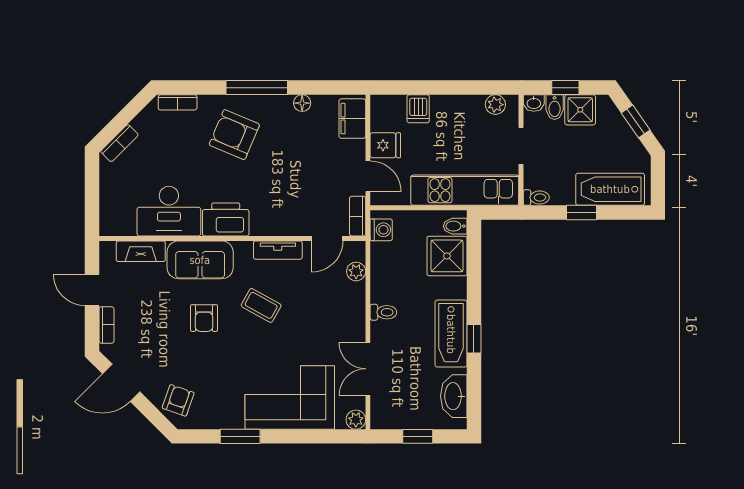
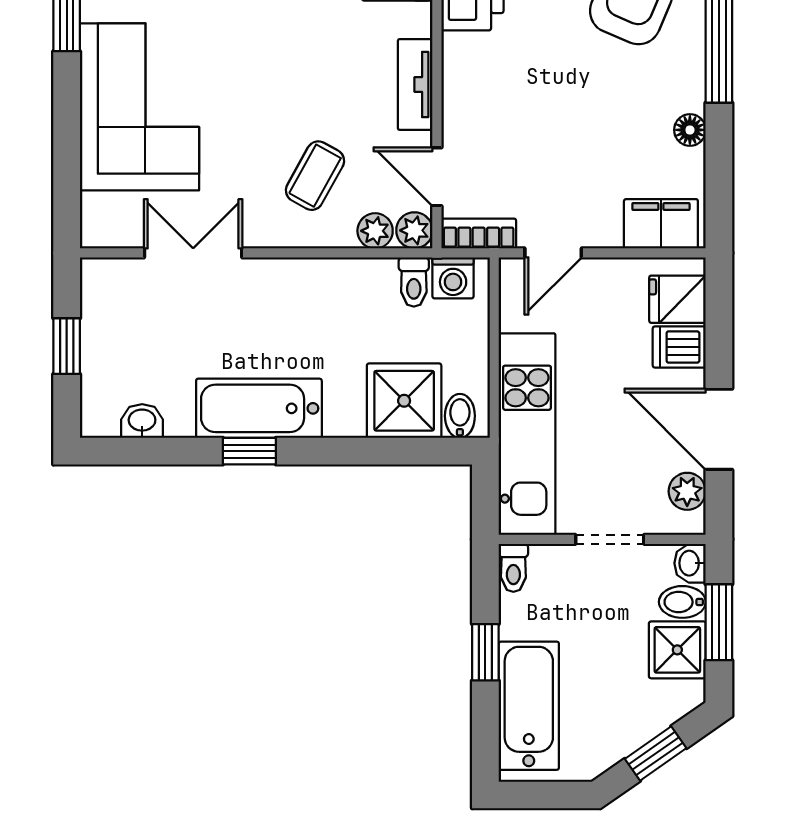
door: (462, 88) -> (719, 429), added
window: (565, 88) -> (719, 622), width x1.50
fridge: (385, 145) -> (677, 299), moved, turned 90
coffee table: (261, 305) -> (315, 176), moved
toilet: (383, 312) -> (414, 282), moved
washbasin: (454, 396) -> (142, 421), width x0.52, depth x0.69
plant: (356, 420) -> (414, 230), moved

